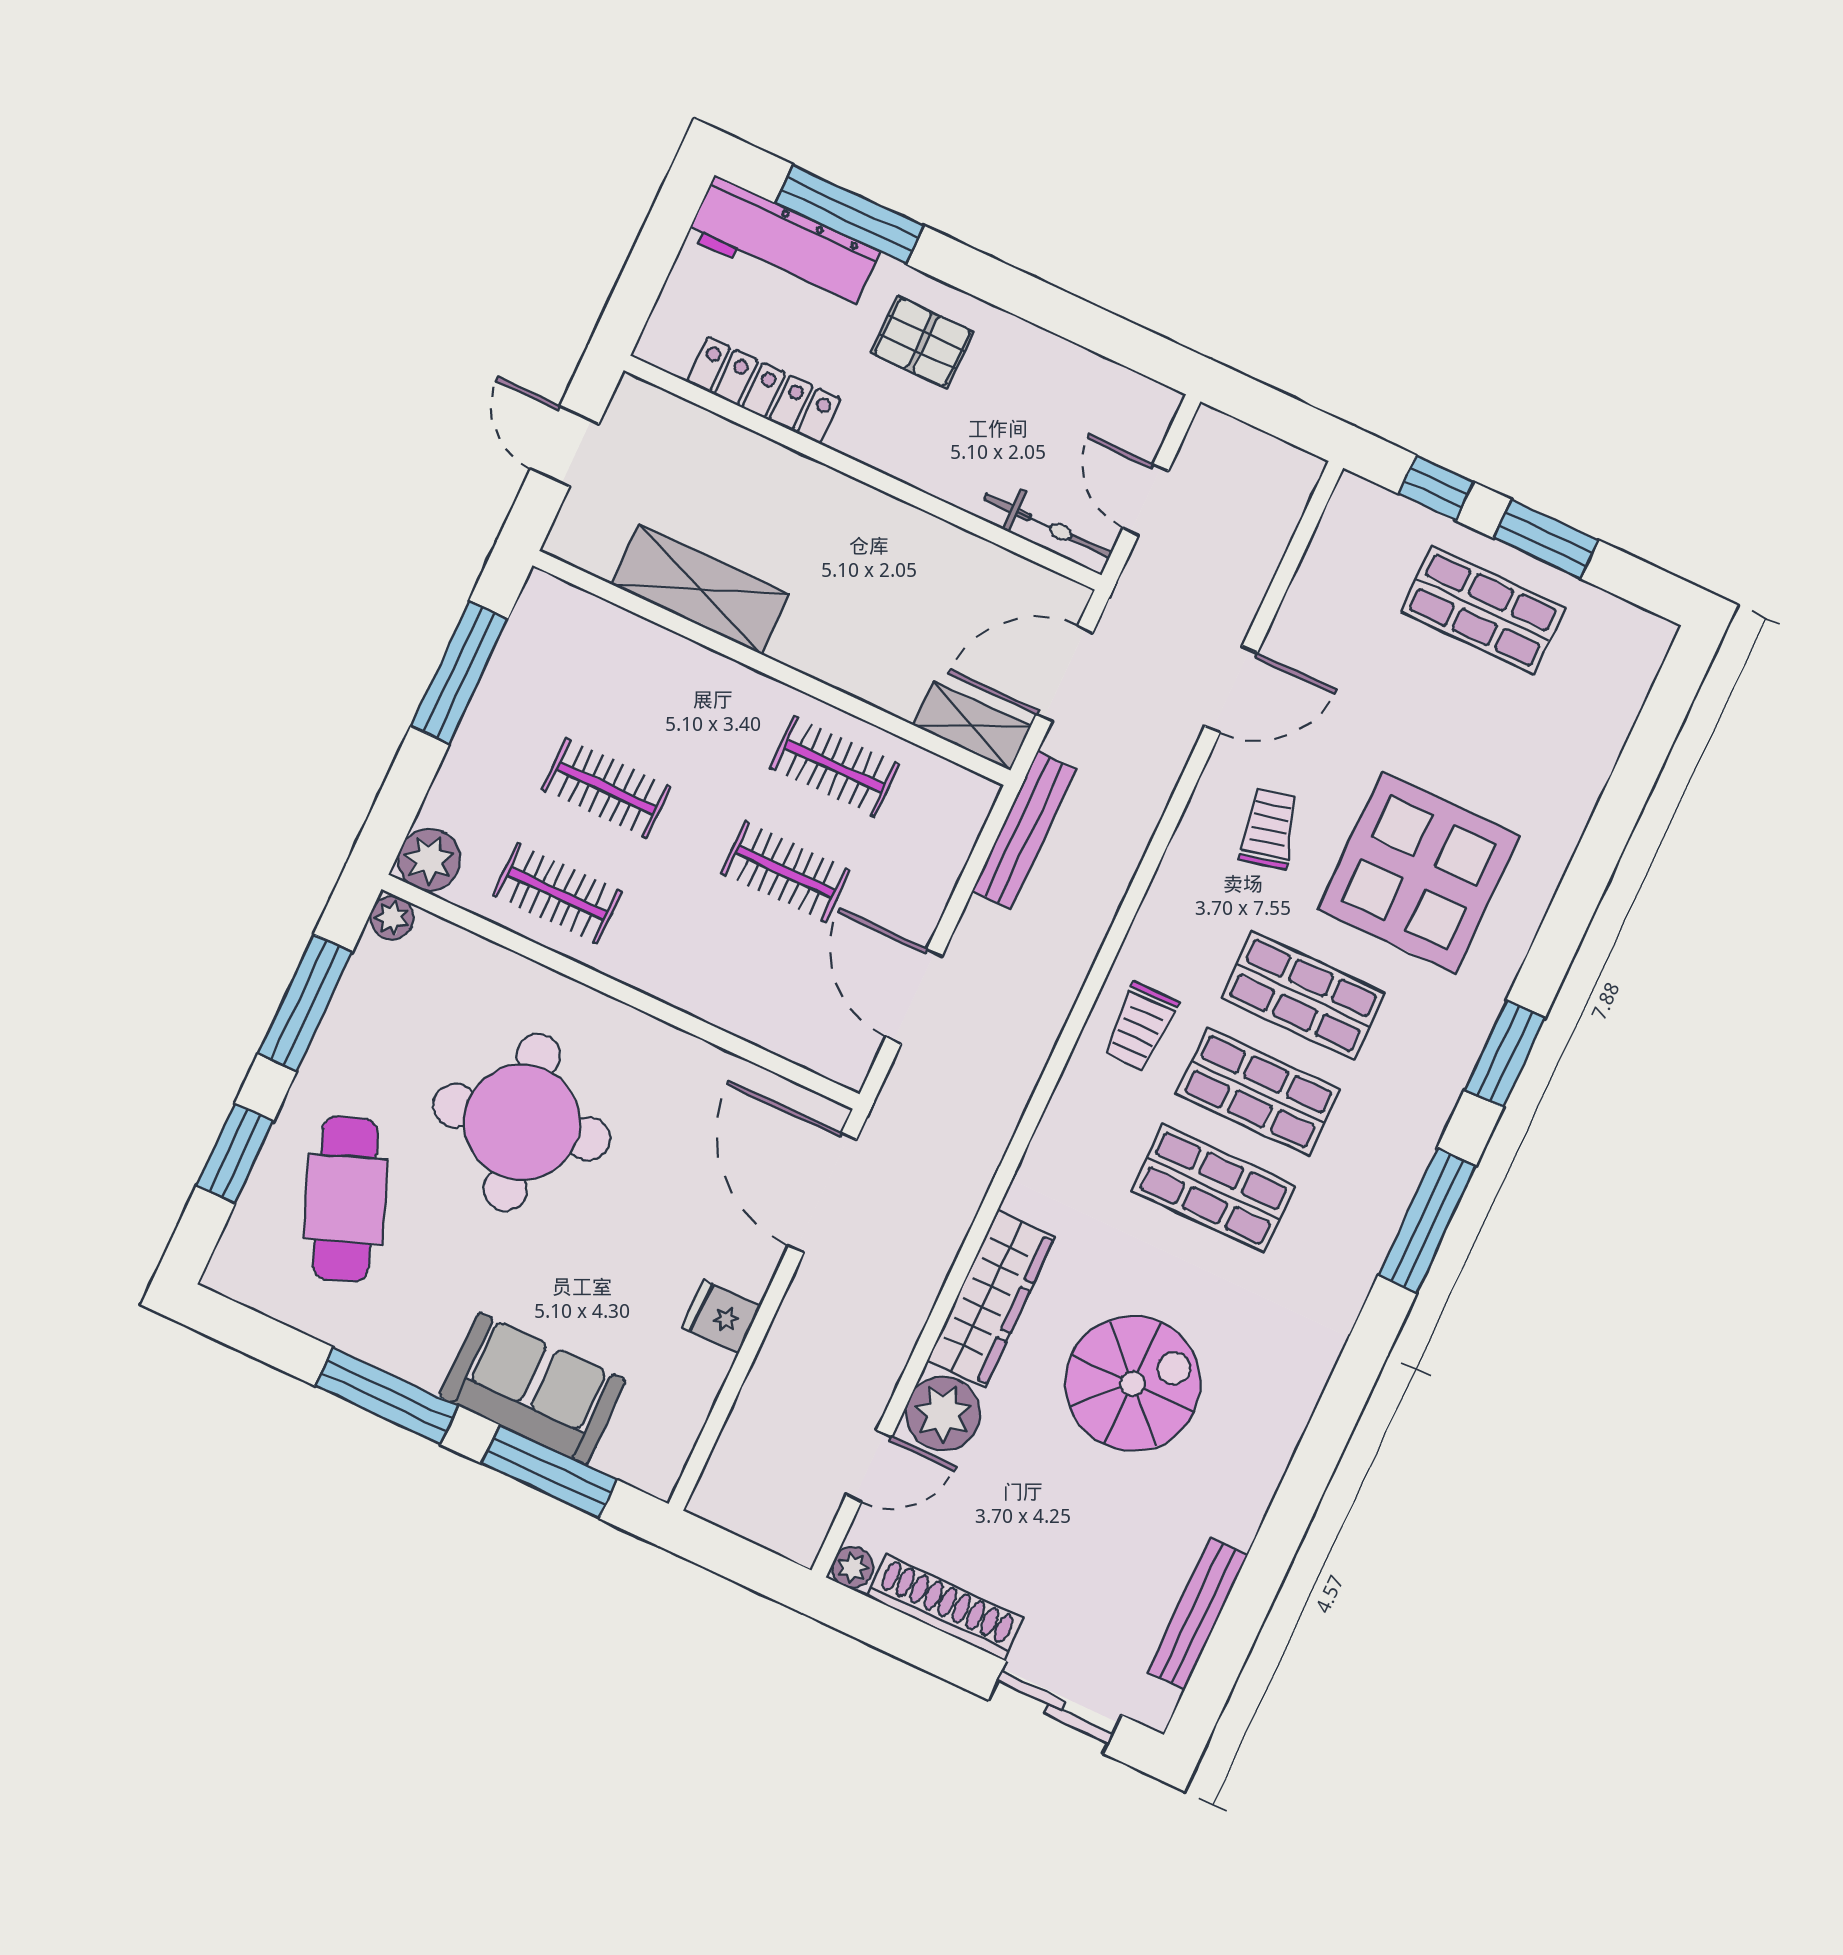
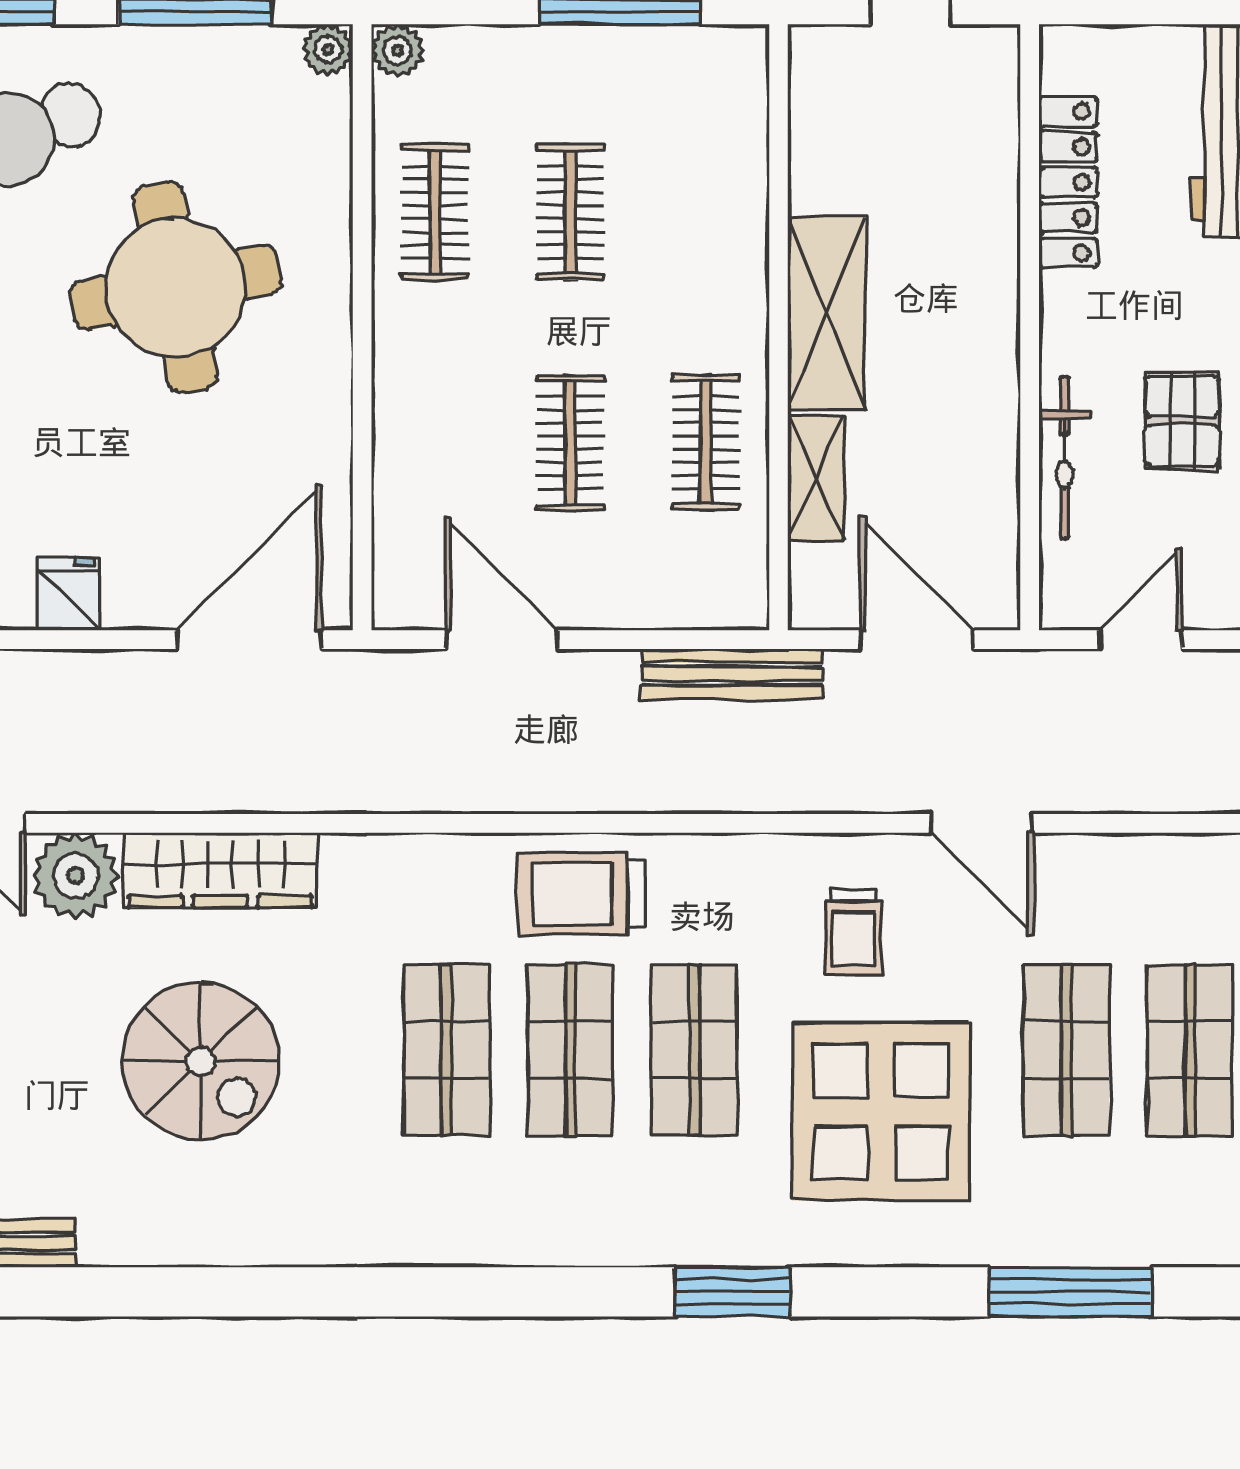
pallet: (922, 342) -> (1182, 421), moved
bicycle: (1048, 526) -> (1064, 458), moved
shelving: (700, 589) -> (826, 313), moved
shop shelf: (1438, 706) -> (1066, 1050), added
shelving: (972, 726) -> (816, 478), moved
trolley: (1269, 829) -> (854, 932), turned 104
plant: (429, 860) -> (397, 50), width x0.73, depth x0.73
door: (914, 997) -> (502, 640), hinge flipped
trolley: (1140, 1027) -> (581, 894), width x1.36, depth x1.39
window: (1427, 1221) -> (1070, 1292), moved

